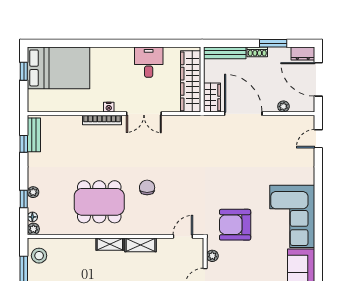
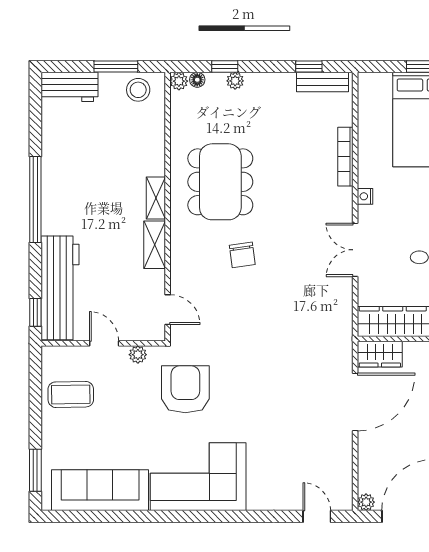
plant: (283, 106) -> (366, 502), moved
bookcase: (102, 120) -> (345, 157), moved
chair: (147, 187) -> (242, 255), turned 82

